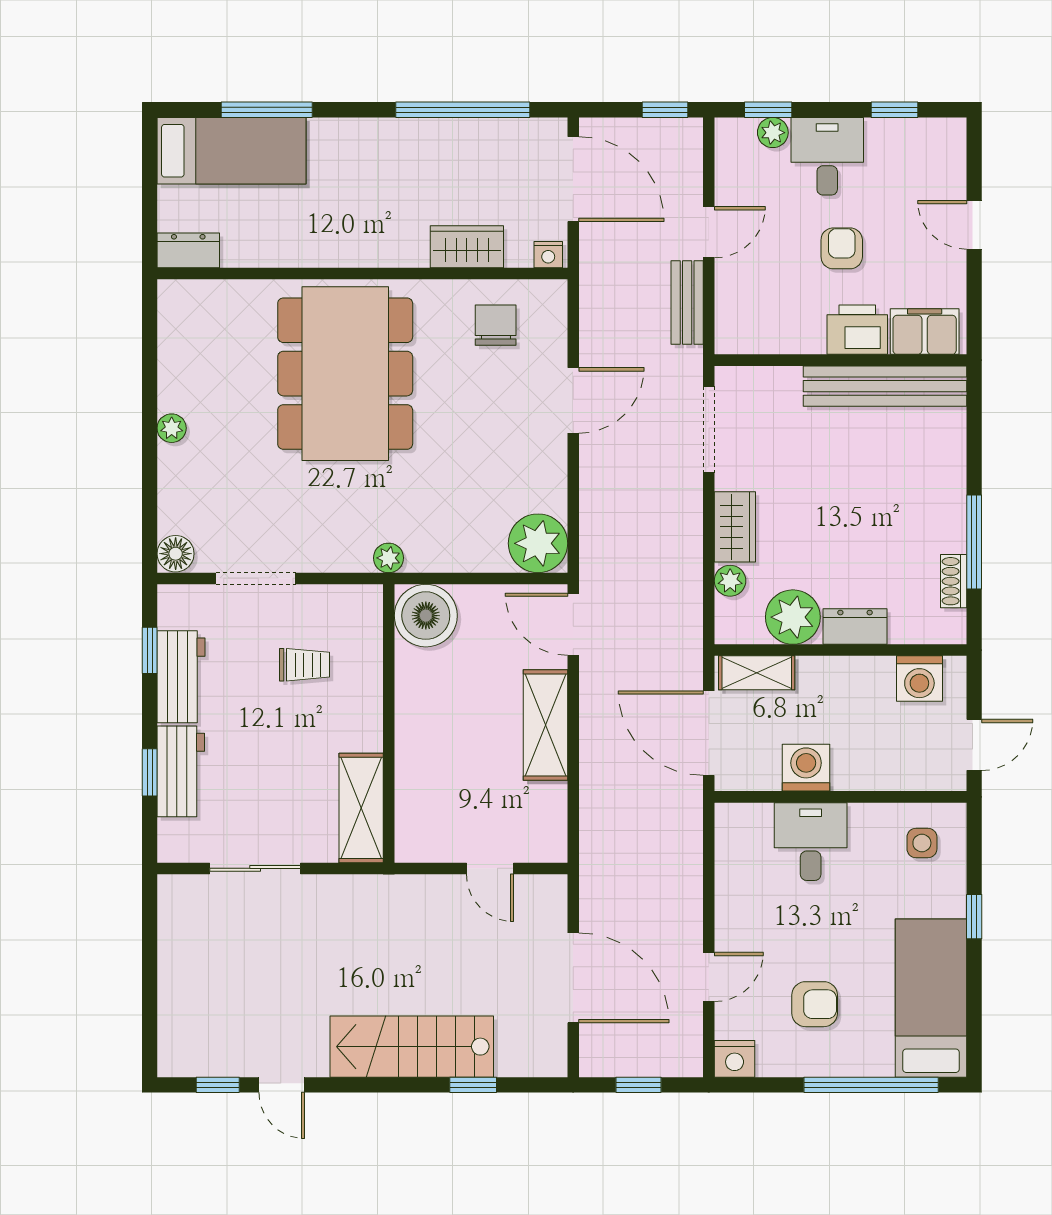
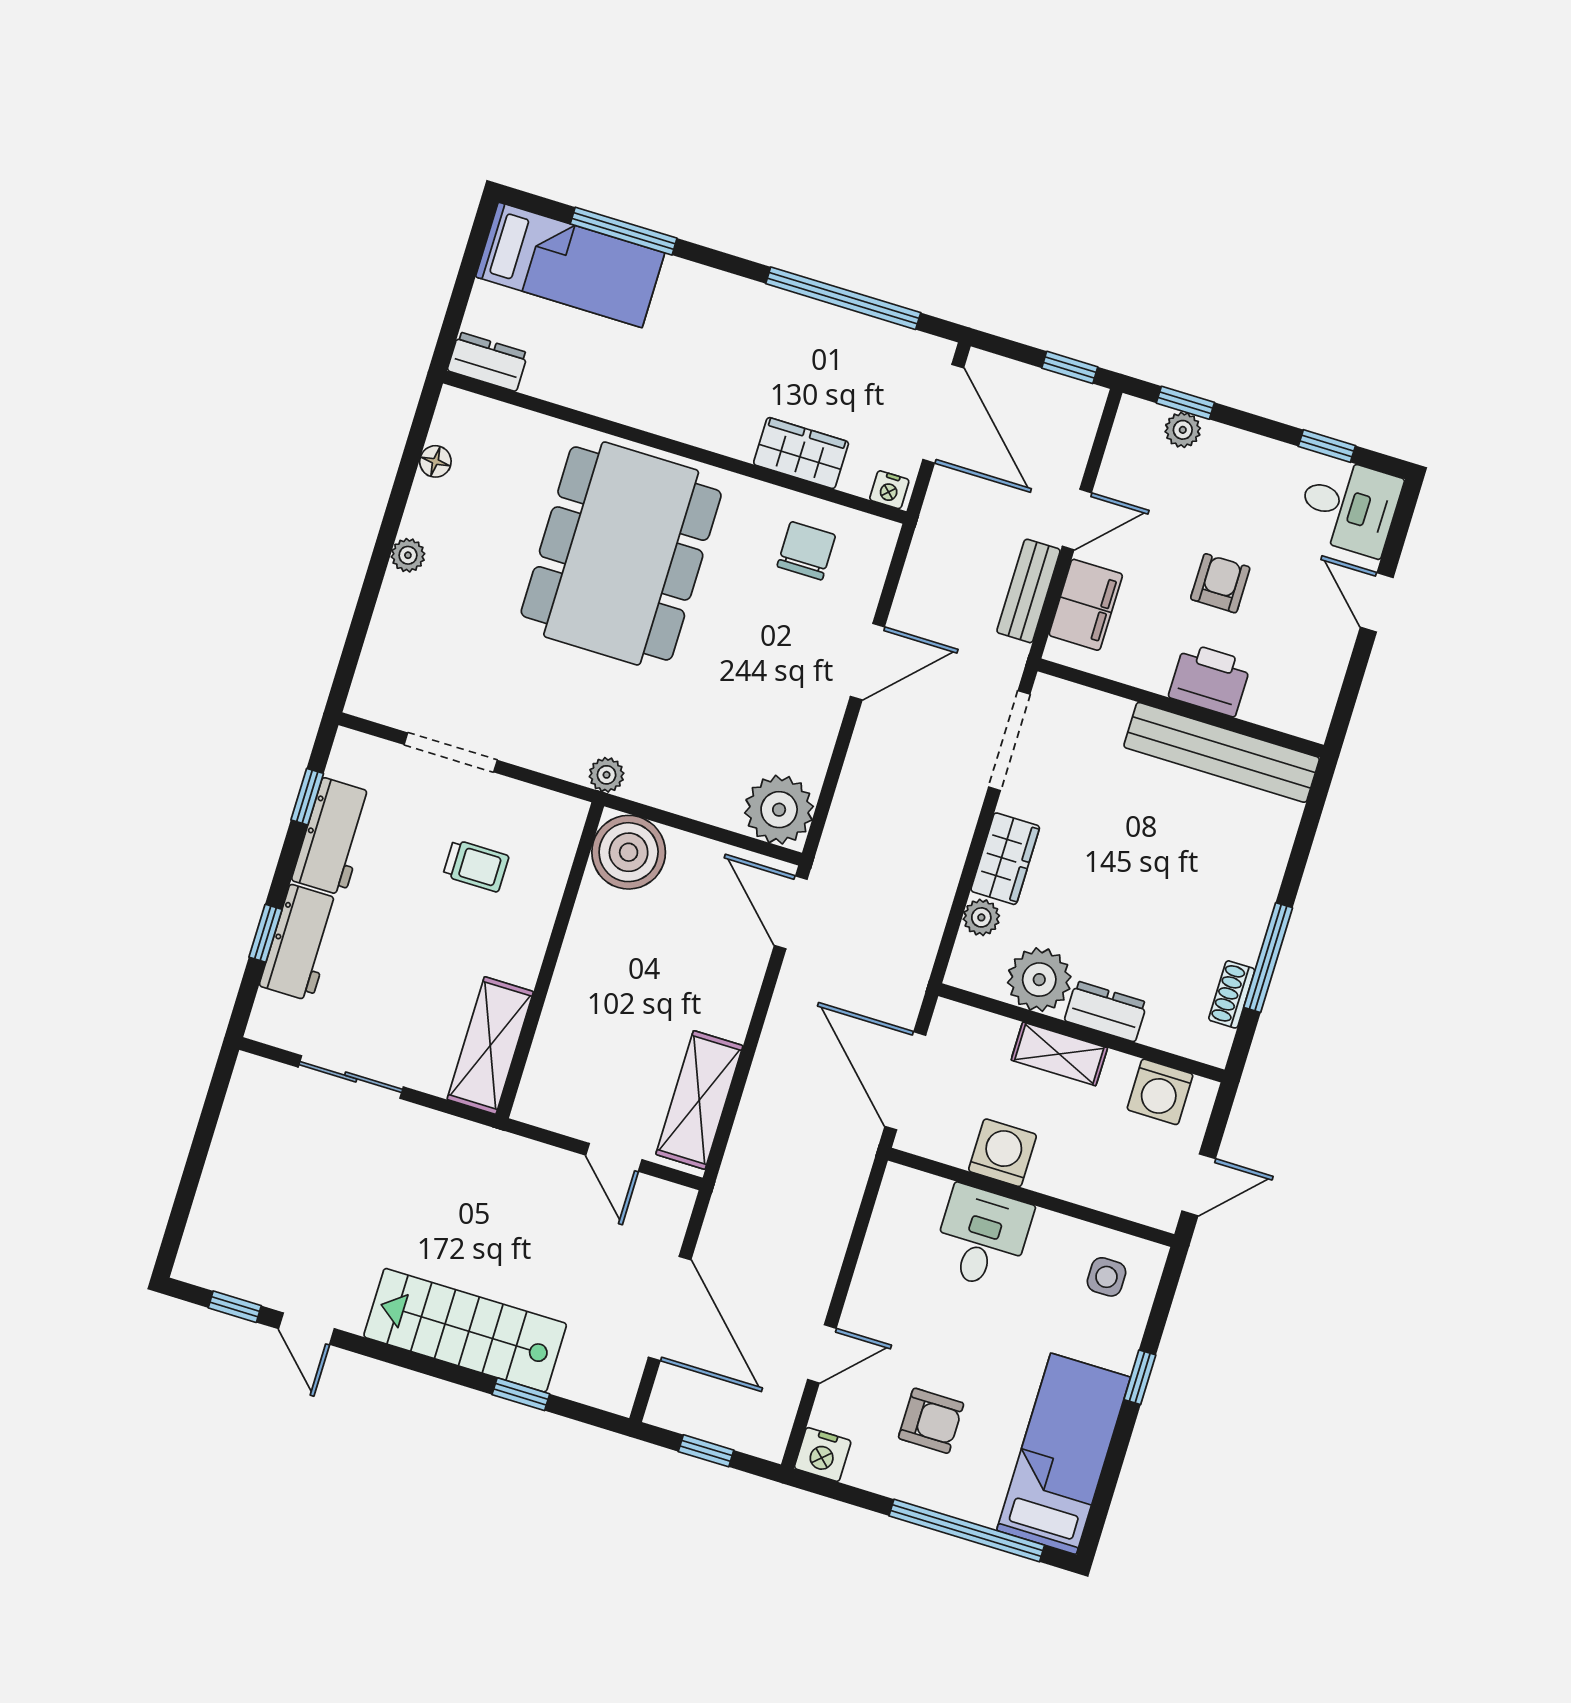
desk: (827, 156) -> (1349, 506), moved, turned 90
filing cabinet: (925, 332) -> (1086, 605), moved, turned 90
floor lamp: (176, 554) -> (435, 461), moved, width x0.73, depth x0.73
shelving: (757, 673) -> (1059, 1054), moved
shelving: (545, 725) -> (699, 1100), moved

